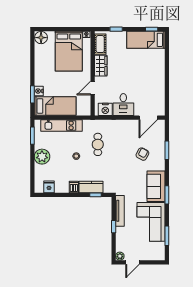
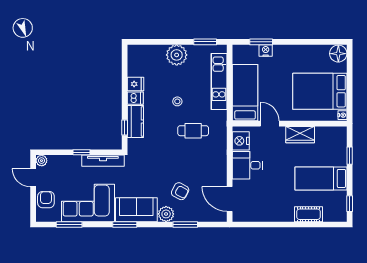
bed: (146, 40) -> (321, 178), moved, turned -90
cot: (100, 44) -> (308, 214), moved
bed: (55, 106) -> (245, 93), moved, turned 180
plant: (159, 164) -> (166, 214), added
fridge: (49, 187) -> (135, 84), moved
armchair: (149, 253) -> (46, 200), added

